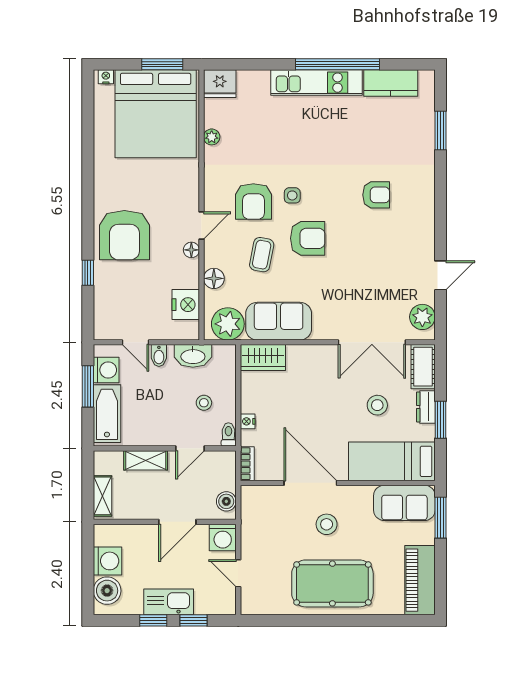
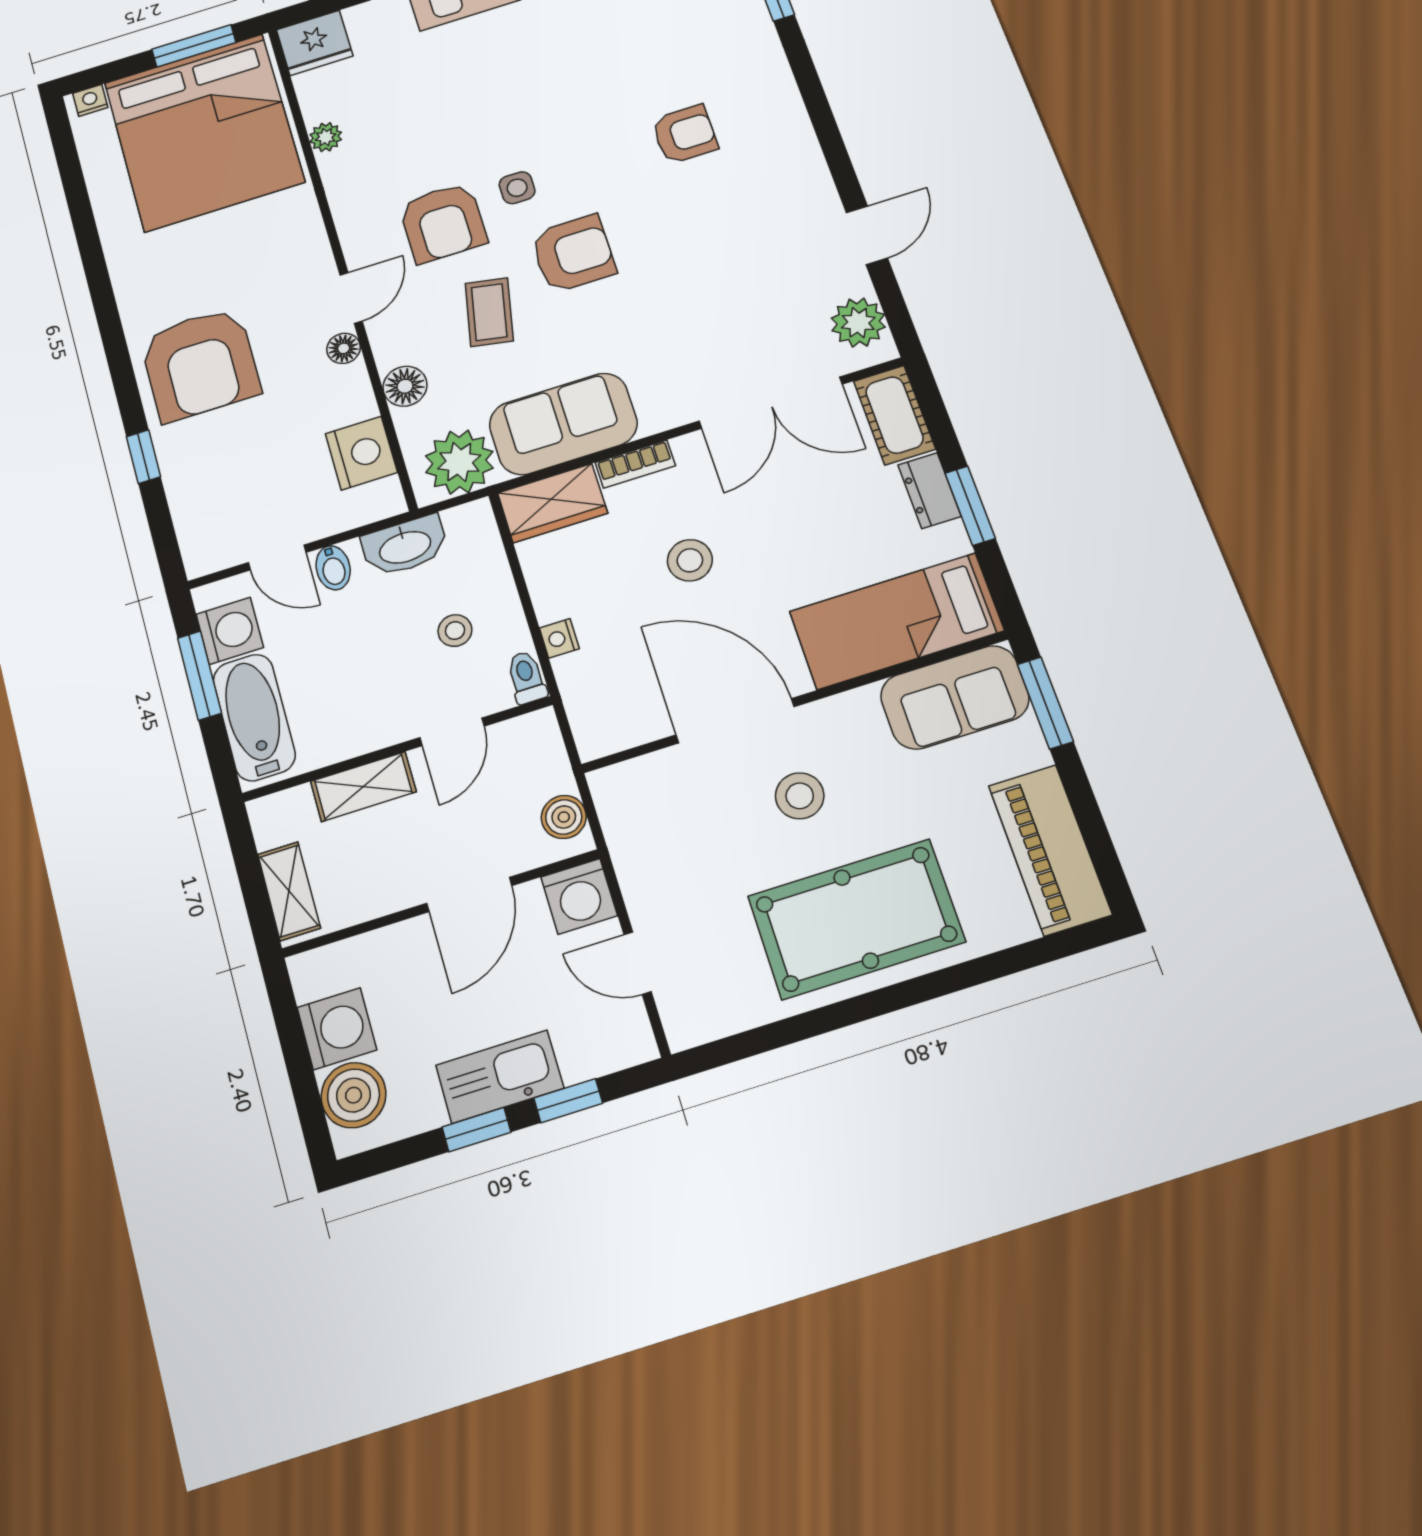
stool: (377, 405) -> (690, 560), moved
bookcase: (247, 464) -> (635, 464), moved, turned 90

